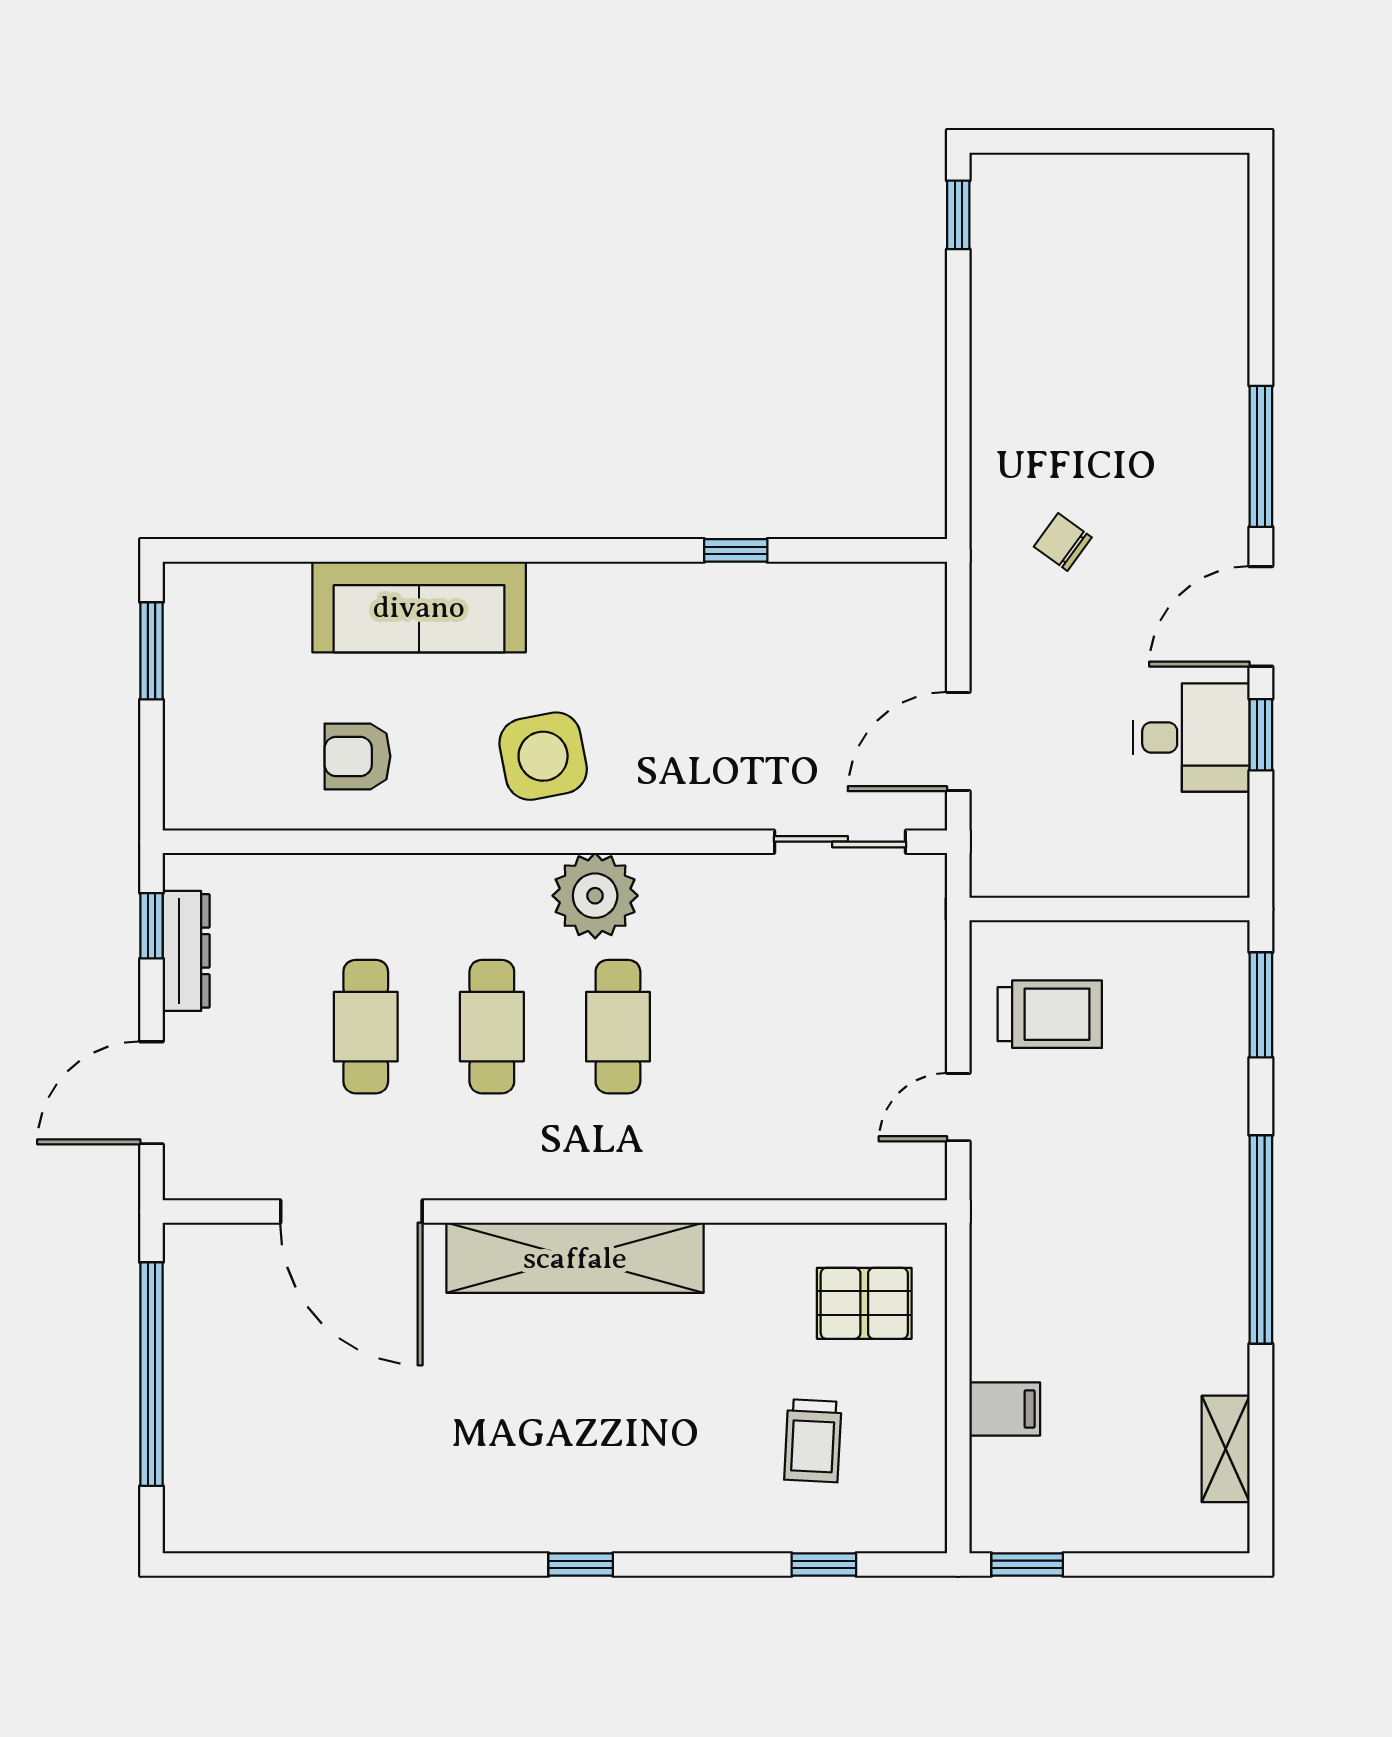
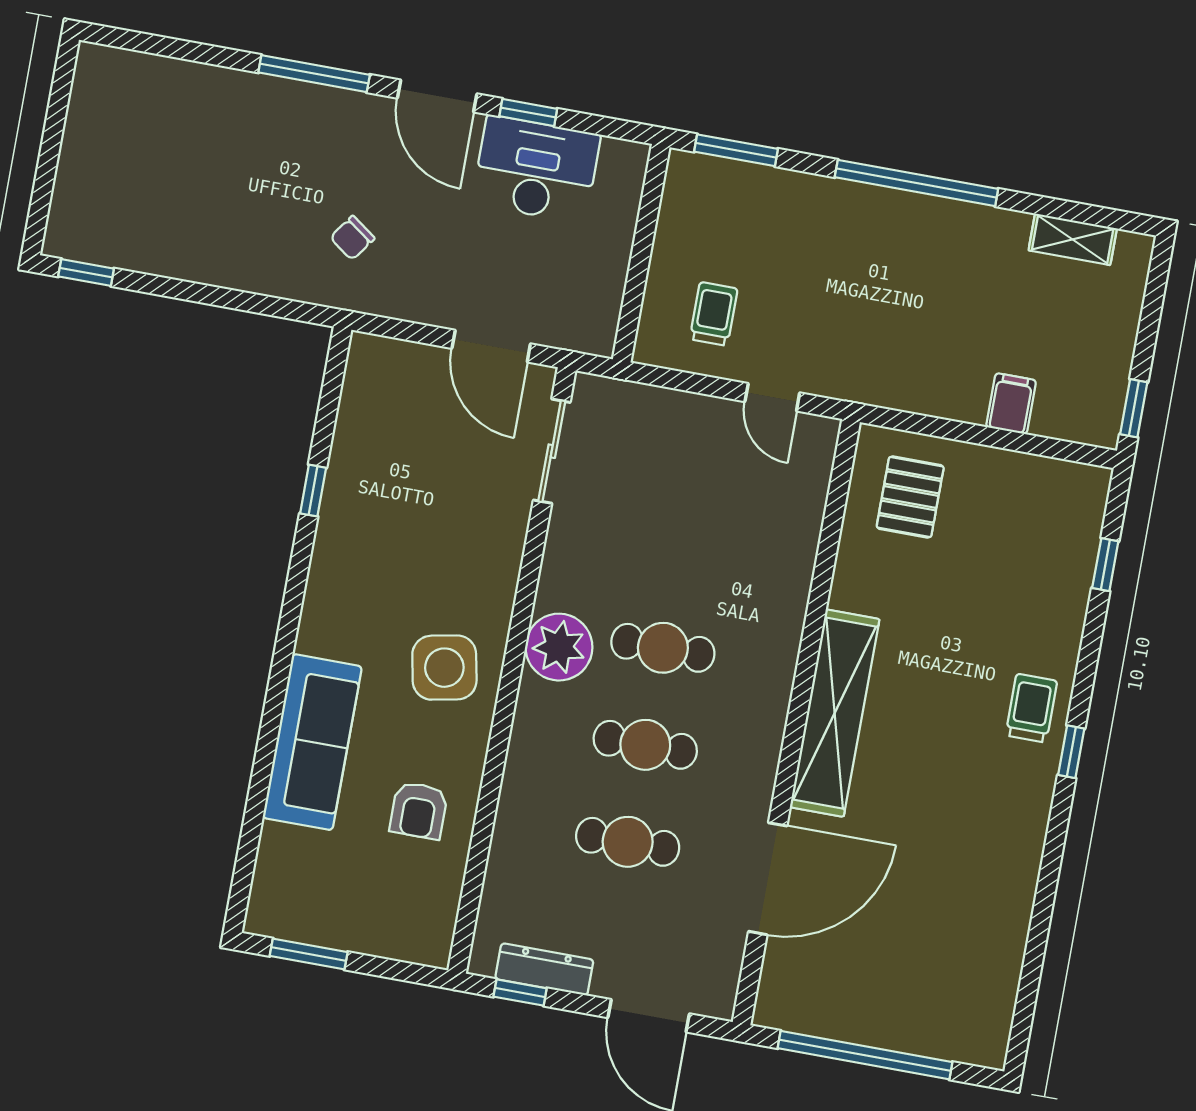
desk: (1191, 737) -> (536, 169), width x1.37
trolley: (1050, 1014) -> (714, 314), width x0.73, depth x0.72
trolley: (813, 1441) -> (1031, 708), moved, turned -93

